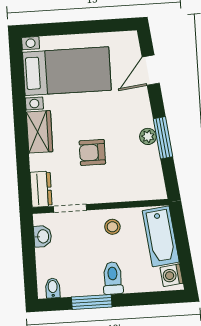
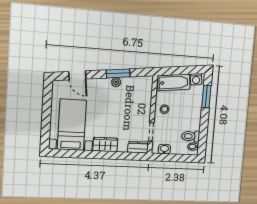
armchair: (92, 152) -> (121, 116), removed
toilet: (113, 278) -> (191, 136), moved
window: (92, 302) -> (206, 97), moved

